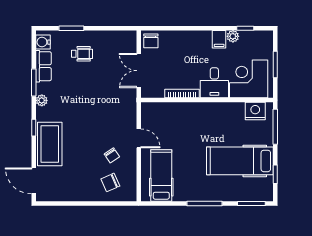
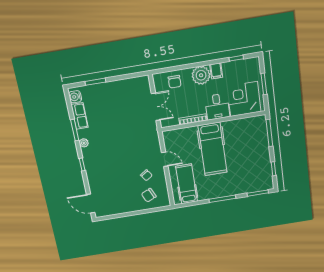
plant: (233, 36) -> (201, 75), moved, width x1.87, depth x1.87
chair: (151, 41) -> (175, 82), moved
wheelchair: (82, 54) -> (108, 101), removed
double door: (139, 71) -> (156, 107), swing flipped
nightstand: (255, 111) -> (252, 123), removed
coffee table: (50, 144) -> (97, 175), removed
hospital bed: (240, 161) -> (212, 149), moved, turned -90

